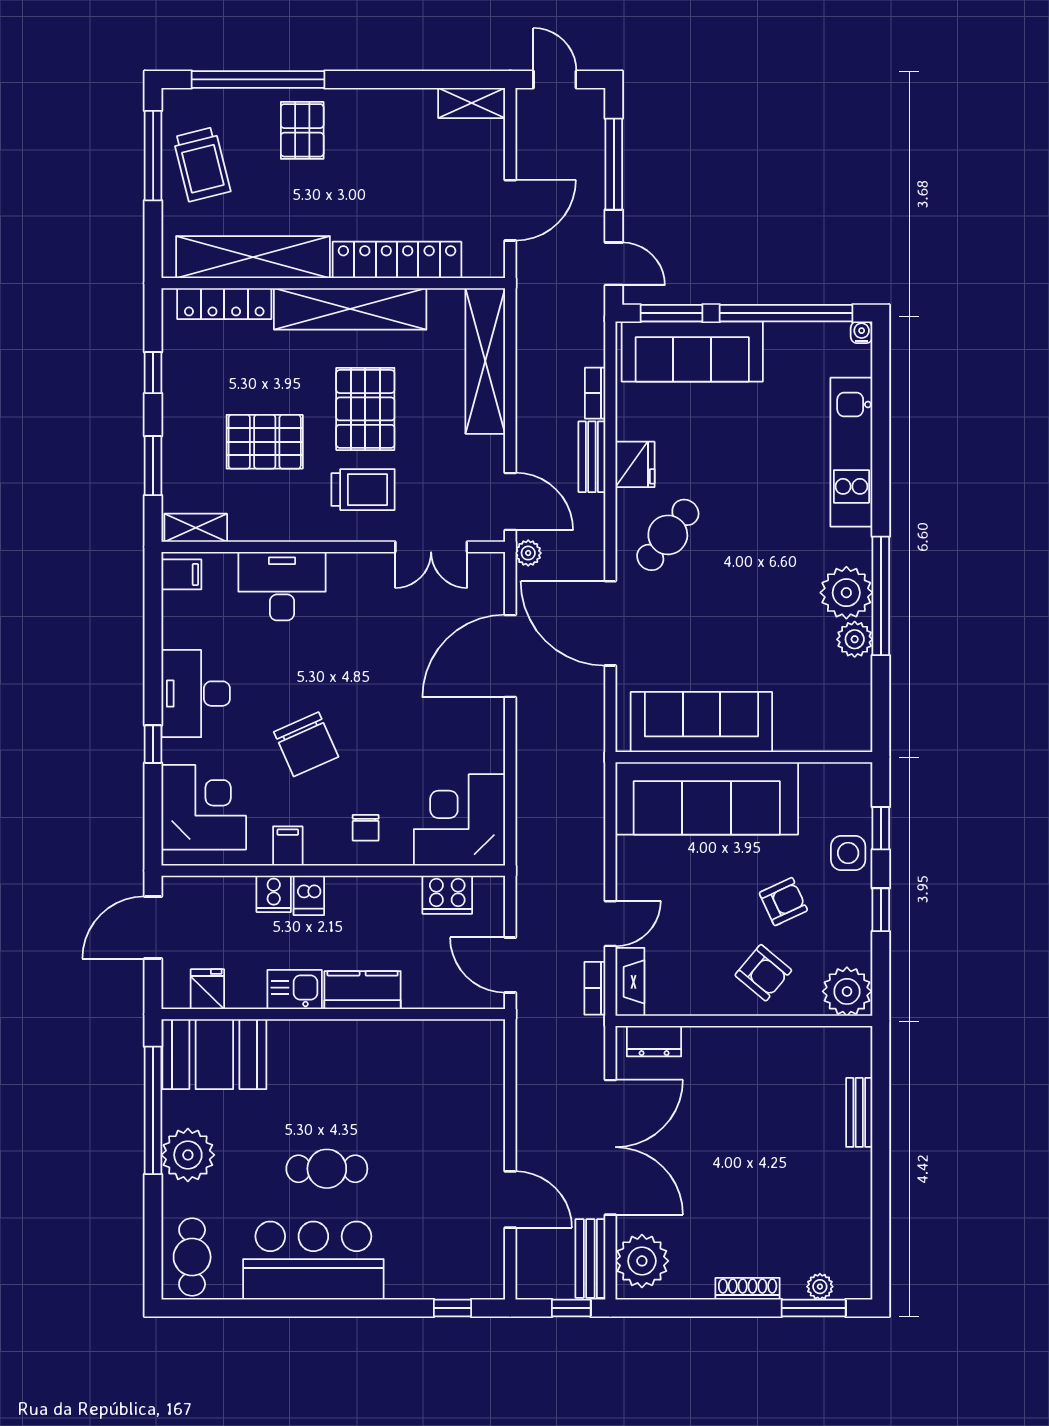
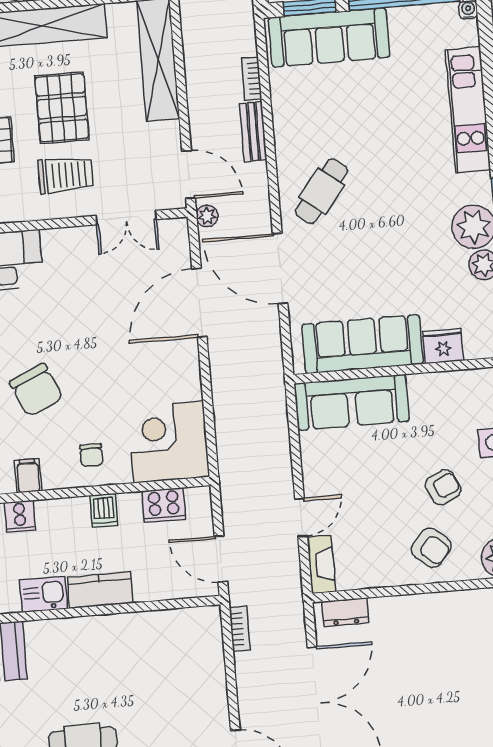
fridge: (635, 464) -> (443, 346), moved, turned -90
sofa: (707, 798) -> (352, 402), width x0.74, depth x0.79
dishwasher: (309, 895) -> (104, 511), moved
bookcase: (595, 988) -> (240, 629), moved, turned 180

